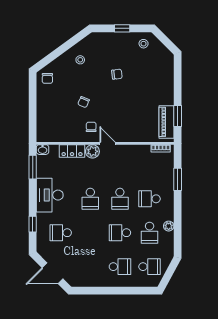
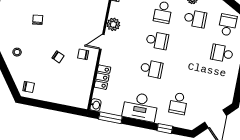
plant: (92, 151) -> (113, 24), moved
school desk: (120, 233) -> (190, 47), removed
school desk: (120, 267) -> (222, 53), turned -90

